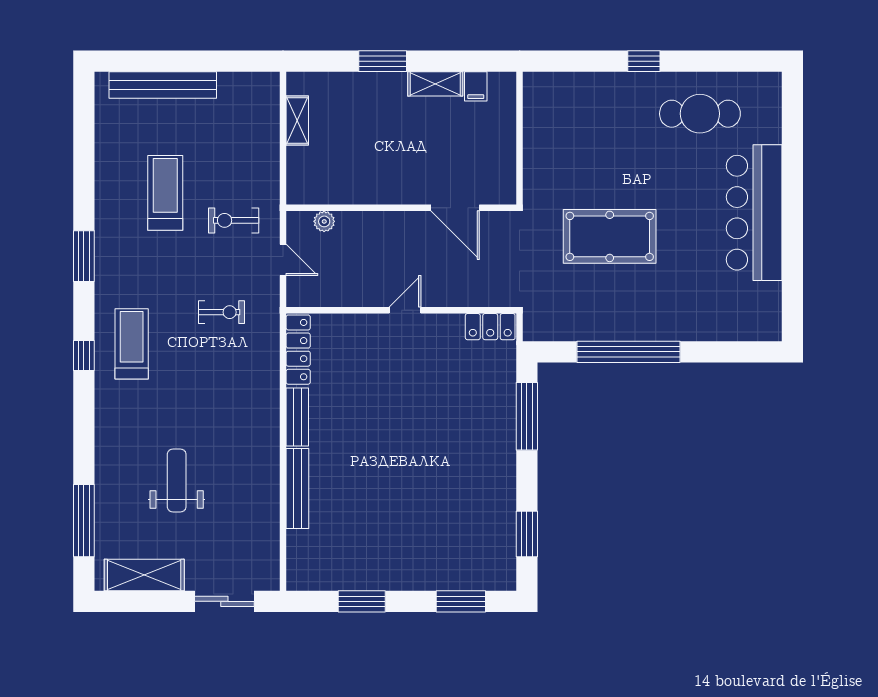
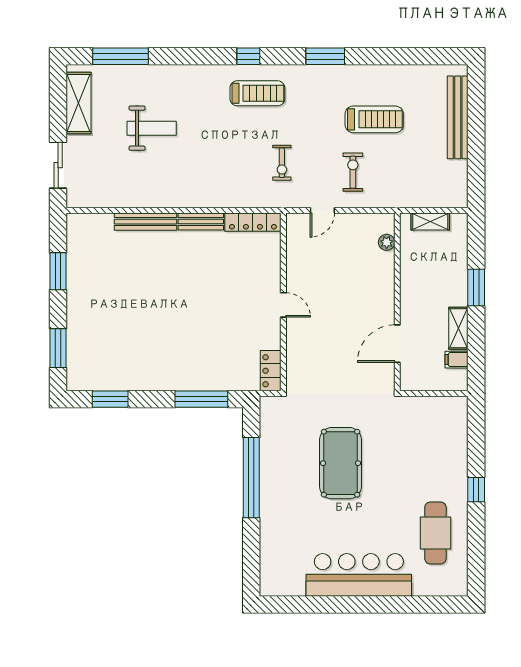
wall: (401, 208) -> (397, 302), moved
door: (455, 208) -> (397, 344), moved
plant: (324, 221) -> (387, 242), moved

